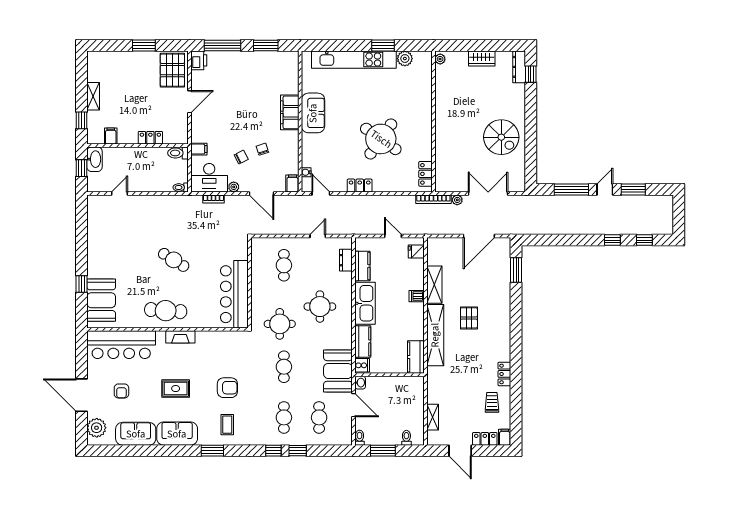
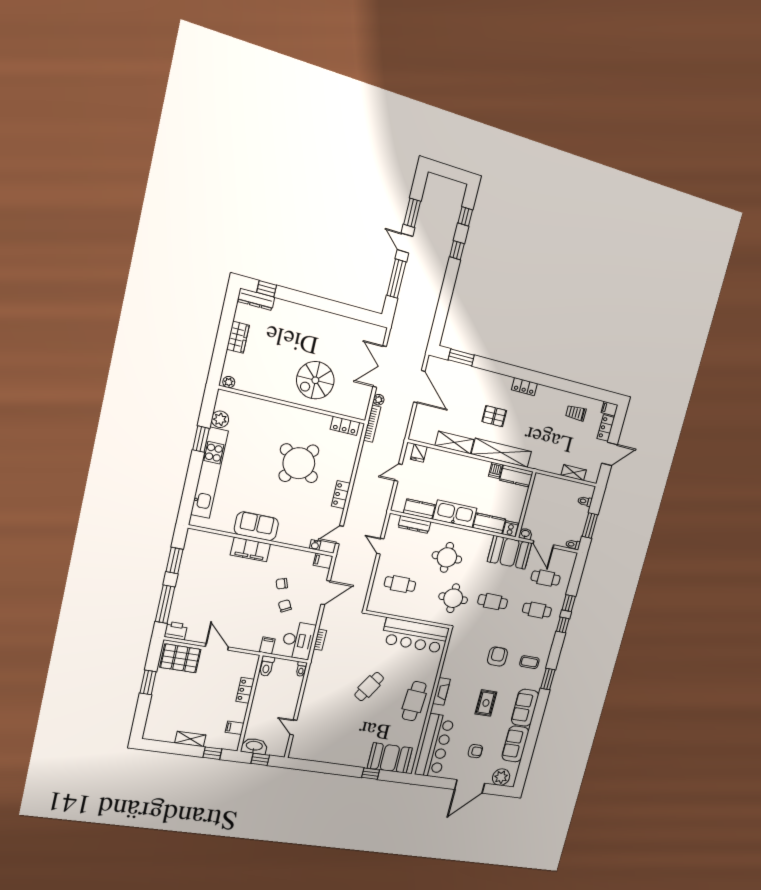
spiral stairs: (501, 137) -> (315, 380), moved, turned 180
plant: (234, 187) -> (313, 618), removed
dresser: (346, 260) -> (415, 525), width x1.44
dishwasher: (417, 296) -> (496, 470), moved
locker: (504, 374) -> (524, 387), moved
door: (353, 405) -> (543, 544), swing flipped

